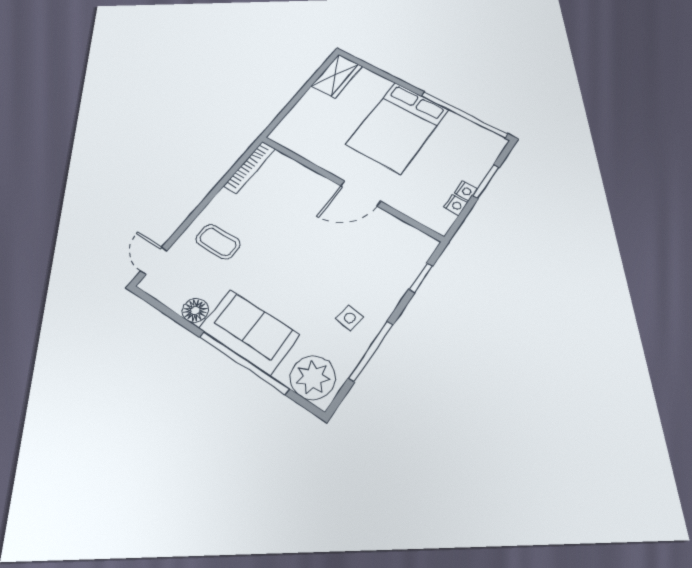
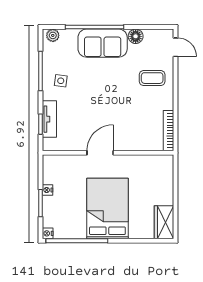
nightstand: (456, 205) -> (48, 233), moved
tv unit: (403, 277) -> (49, 119), added
plant: (313, 378) -> (53, 35), width x0.53, depth x0.53

